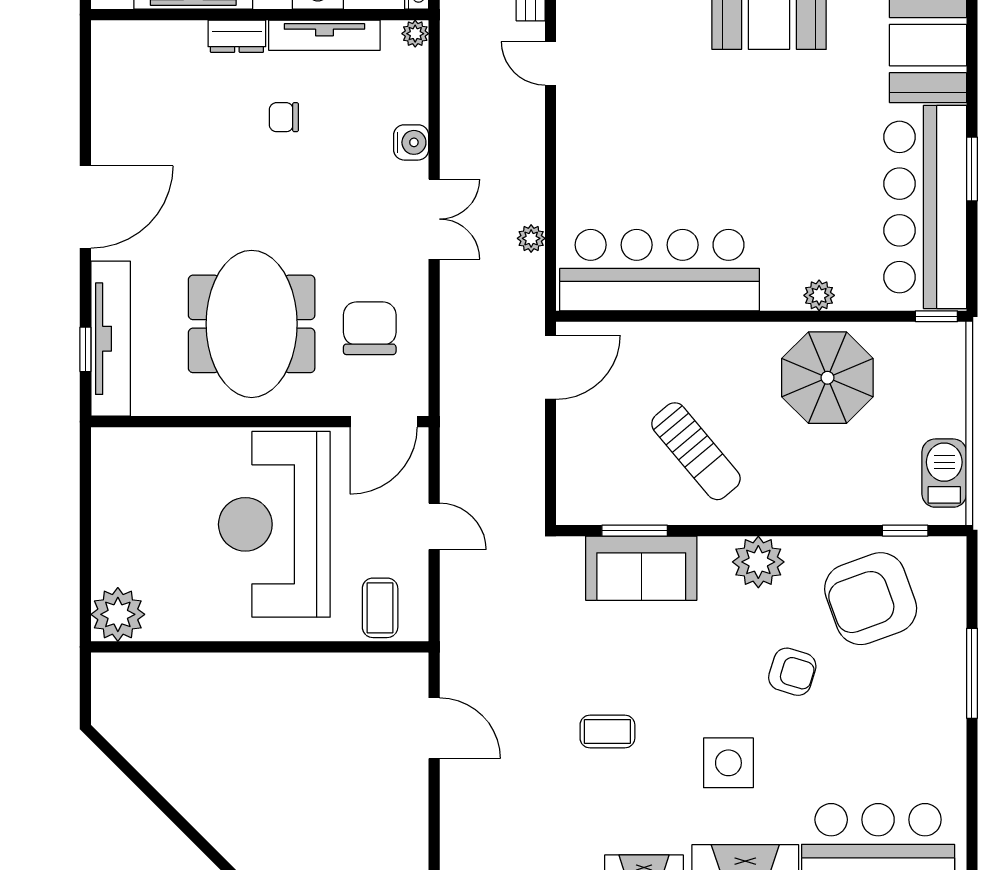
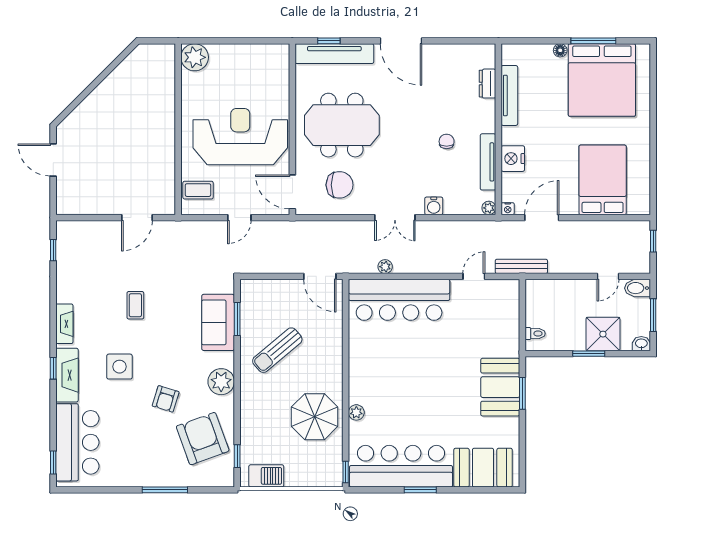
dresser: (237, 36) -> (487, 84), moved
bar counter: (660, 270) -> (399, 300), moved, turned 90

